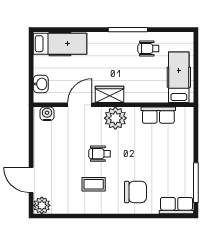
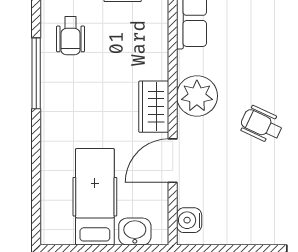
hospital bed: (60, 44) -> (95, 197), moved
door: (80, 105) -> (173, 161), hinge flipped
wheelchair: (100, 154) -> (262, 125), turned 115

